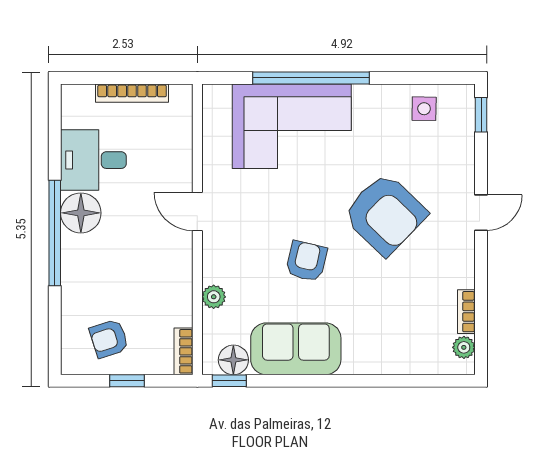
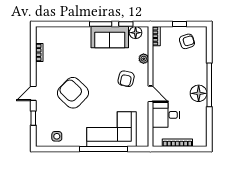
window: (481, 115) -> (33, 118), moved
desk: (93, 160) -> (166, 115), moved, turned 180
armchair: (306, 261) -> (126, 79), moved
plant: (464, 347) -> (40, 38), removed
window: (229, 381) -> (126, 24), moved
window: (318, 381) -> (101, 24), added

